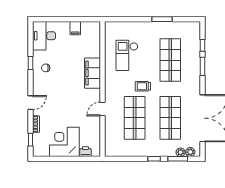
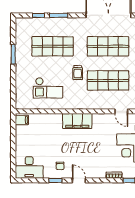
filing cabinet: (75, 28) -> (22, 120), moved
filing cabinet: (92, 73) -> (77, 121), moved
door: (31, 103) -> (79, 180), moved
door: (103, 109) -> (121, 111), moved

